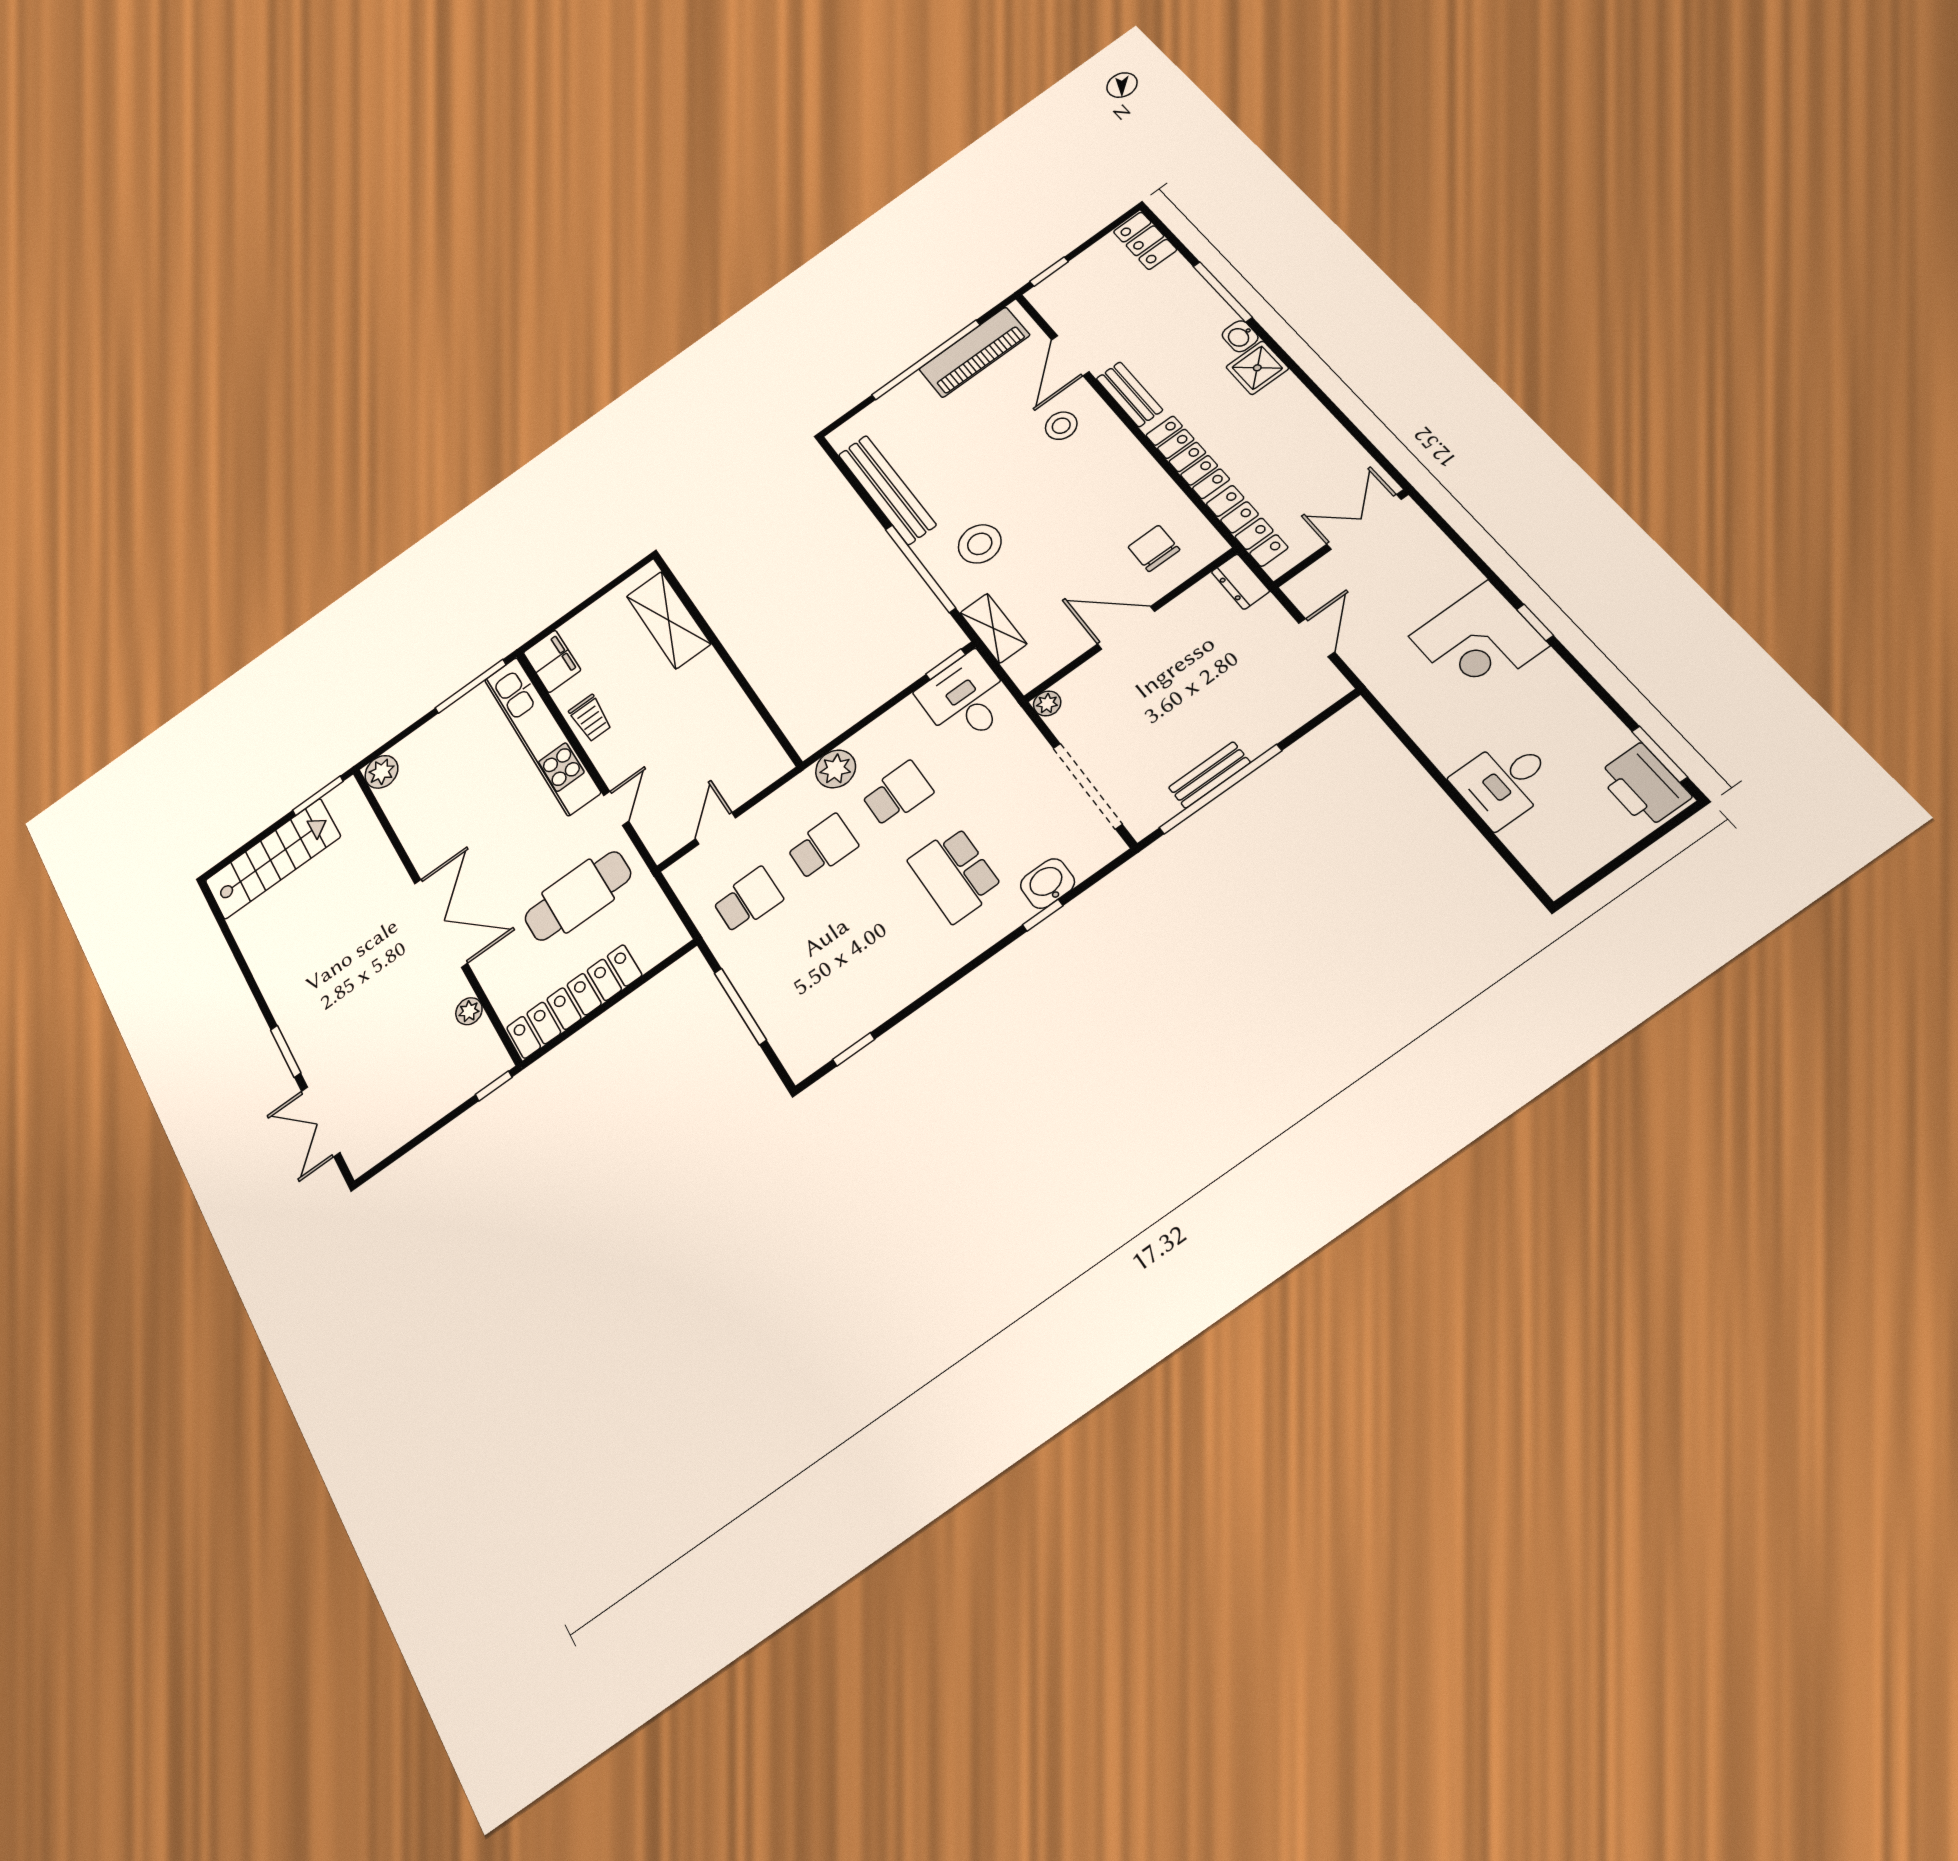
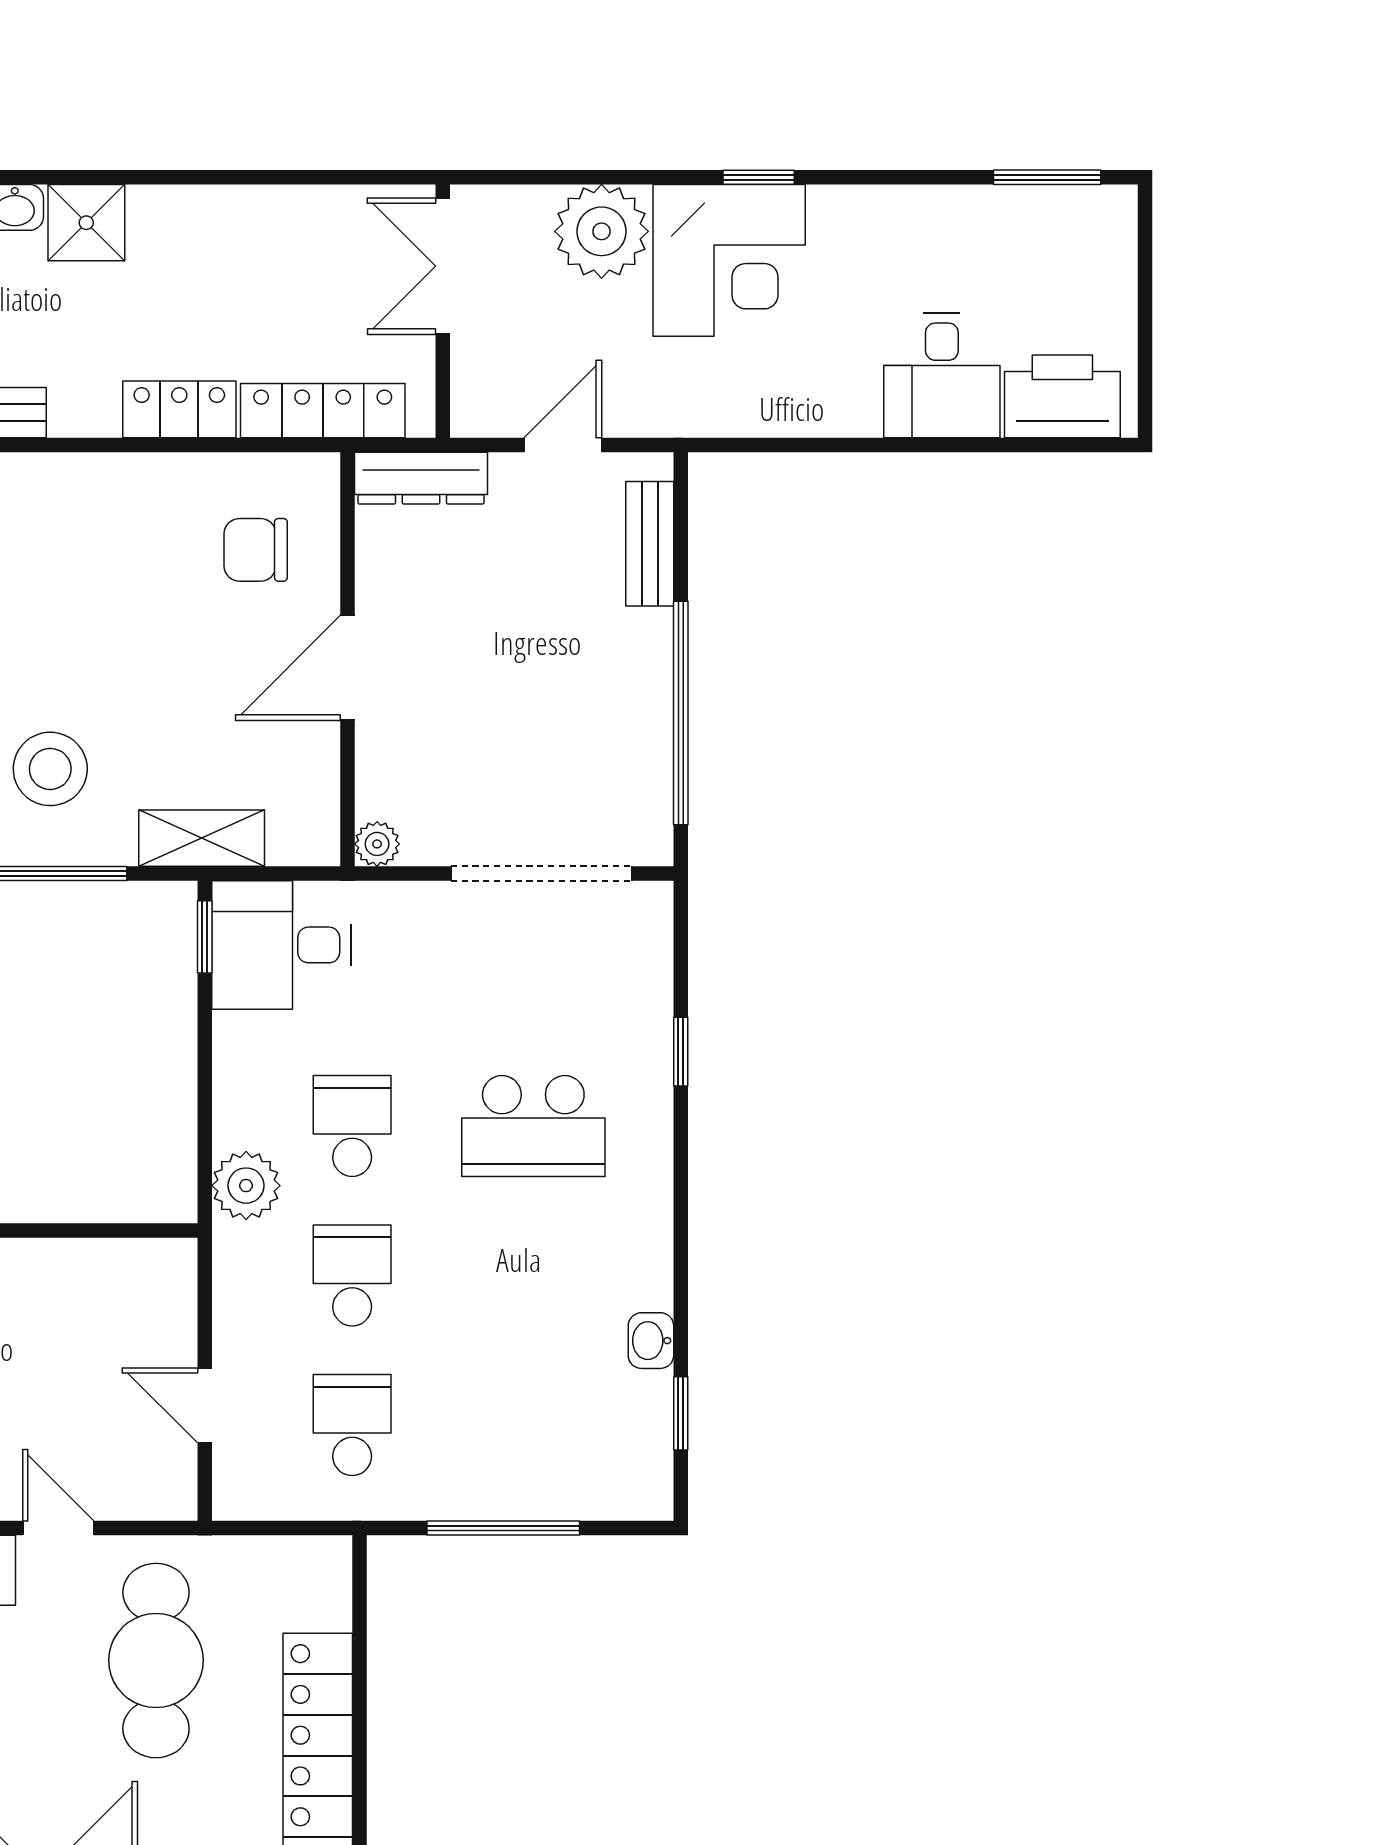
locker: (1187, 457) -> (179, 409), width x0.66
plant: (1443, 575) -> (602, 231), added
dresser: (1240, 582) -> (421, 478), width x1.44
door: (1317, 638) -> (563, 445), hinge flipped
bench: (1209, 775) -> (650, 544), moved
printer: (1644, 785) -> (1062, 396), moved, turned 180
washbasin: (1047, 884) -> (651, 1341), moved, width x0.72, depth x0.69

